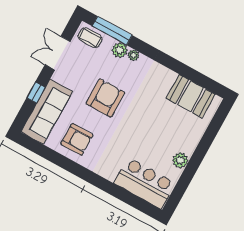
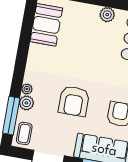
armchair: (105, 98) -> (74, 101), turned -90

